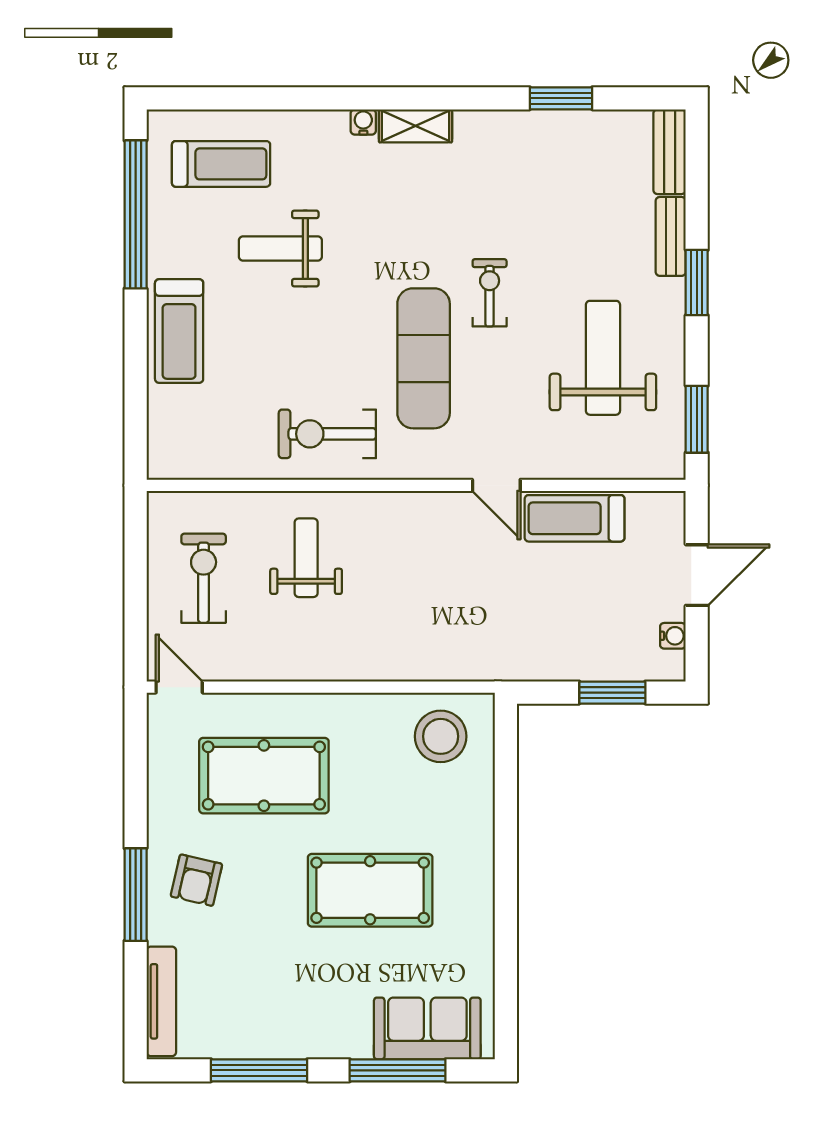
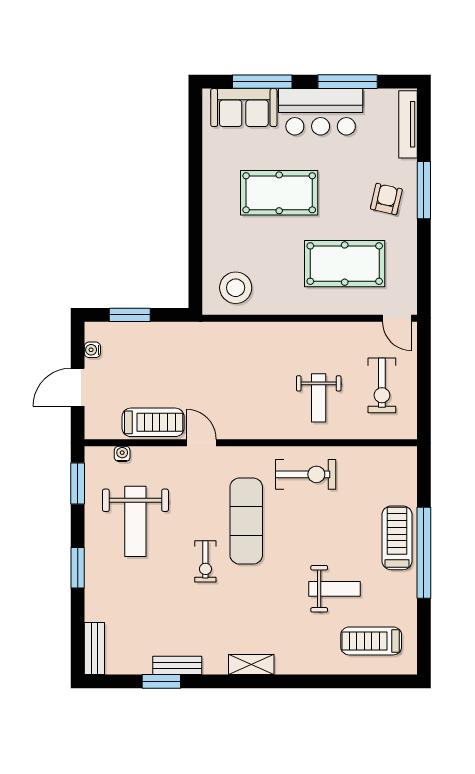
water cooler: (363, 122) -> (122, 454), moved, turned 180
window: (136, 214) -> (424, 553), moved
bench: (671, 236) -> (177, 665), moved, turned 90
bar counter: (303, 1022) -> (321, 112), added

